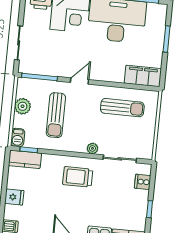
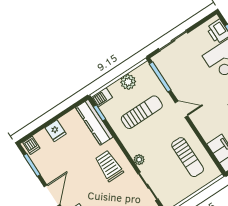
sun lounger: (56, 115) -> (142, 112), turned 180
kitchen counter: (25, 159) -> (94, 122), width x1.50

